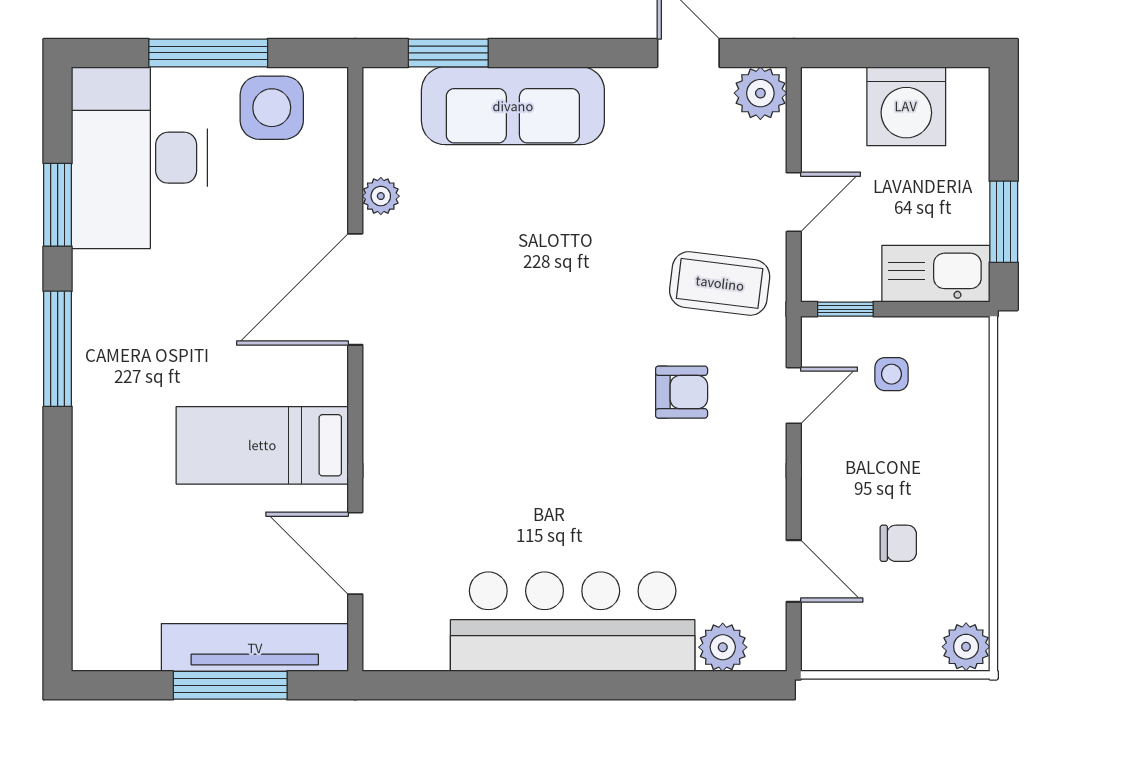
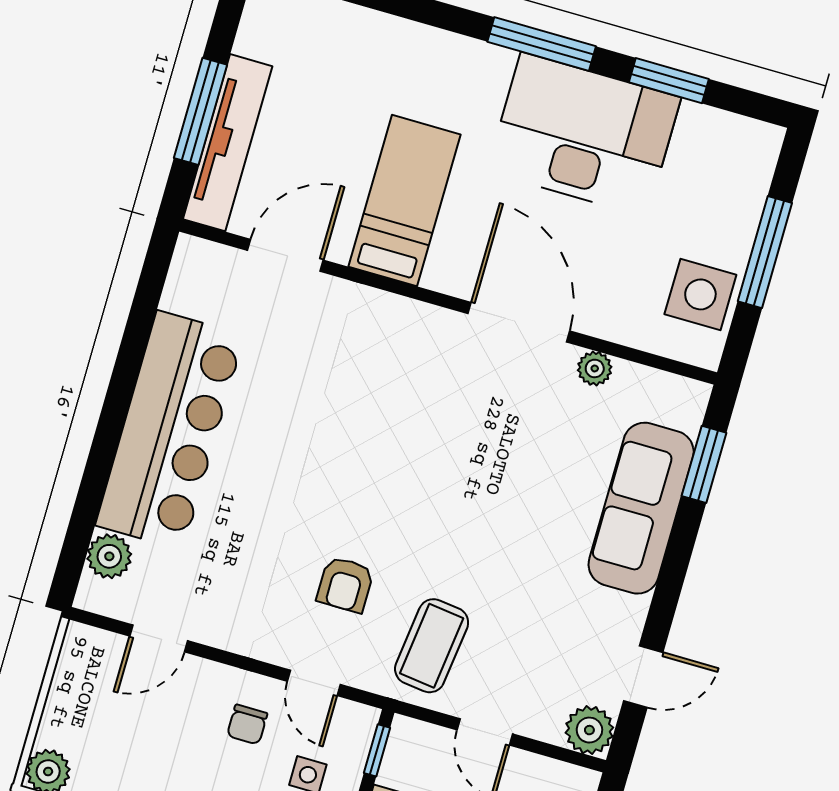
desk: (139, 158) -> (584, 134), moved
chair: (898, 543) -> (247, 724), moved

